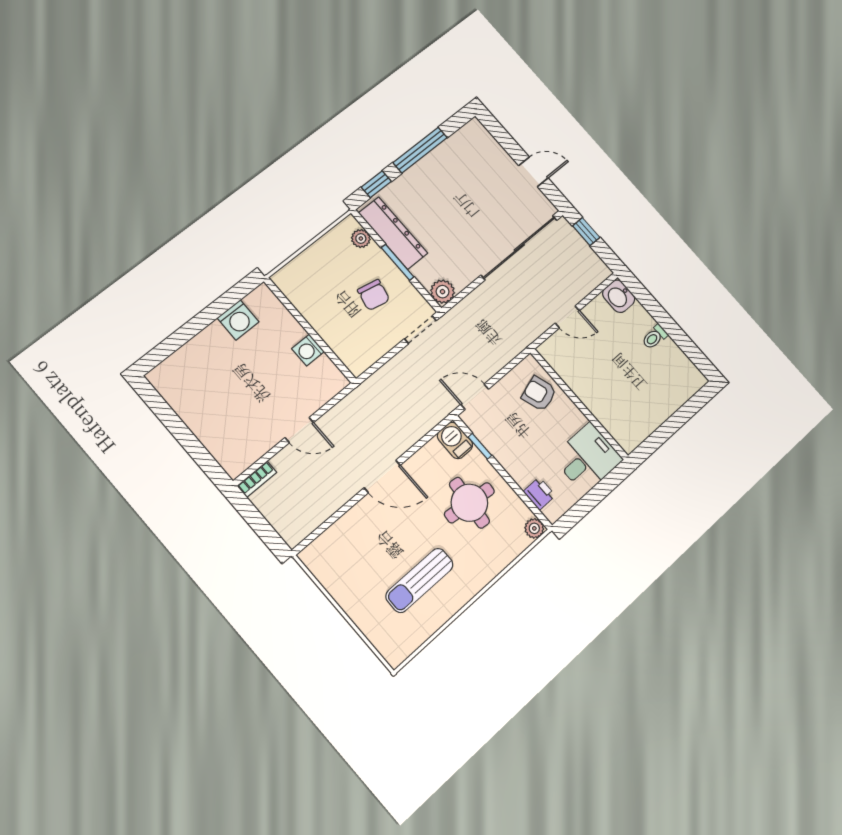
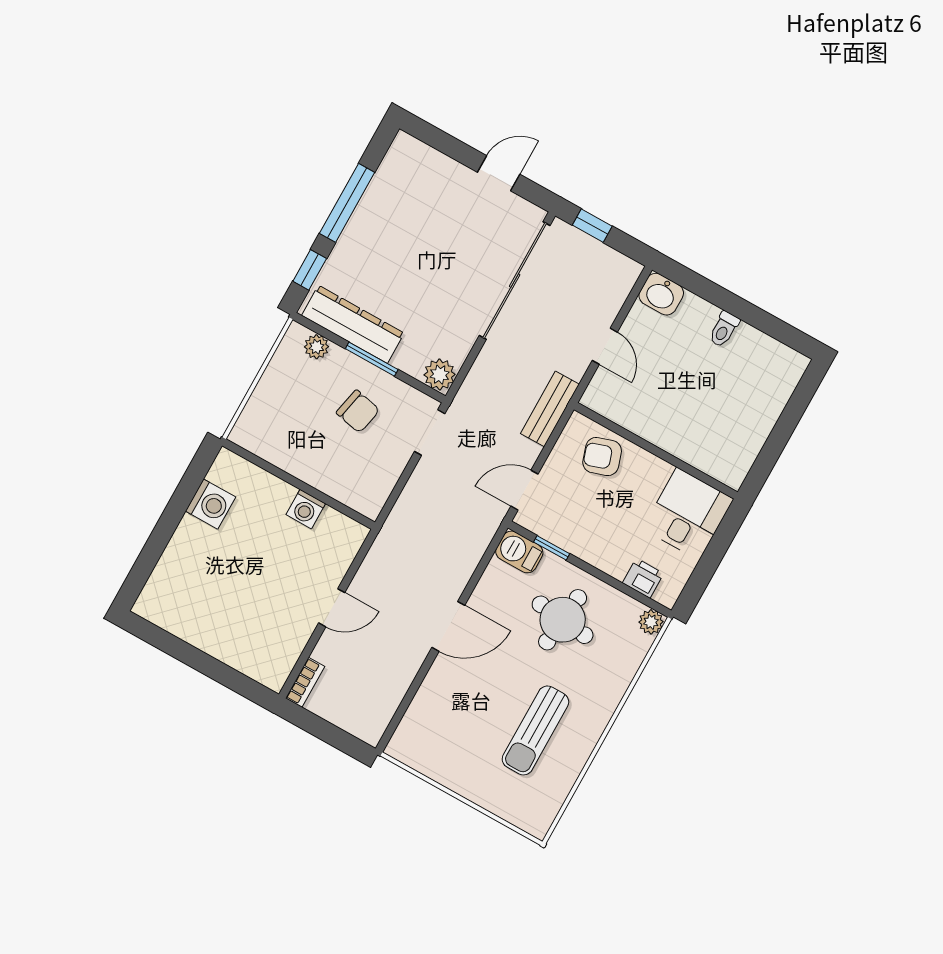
door: (567, 317) -> (605, 346), hinge flipped
bench: (513, 346) -> (550, 409), added

